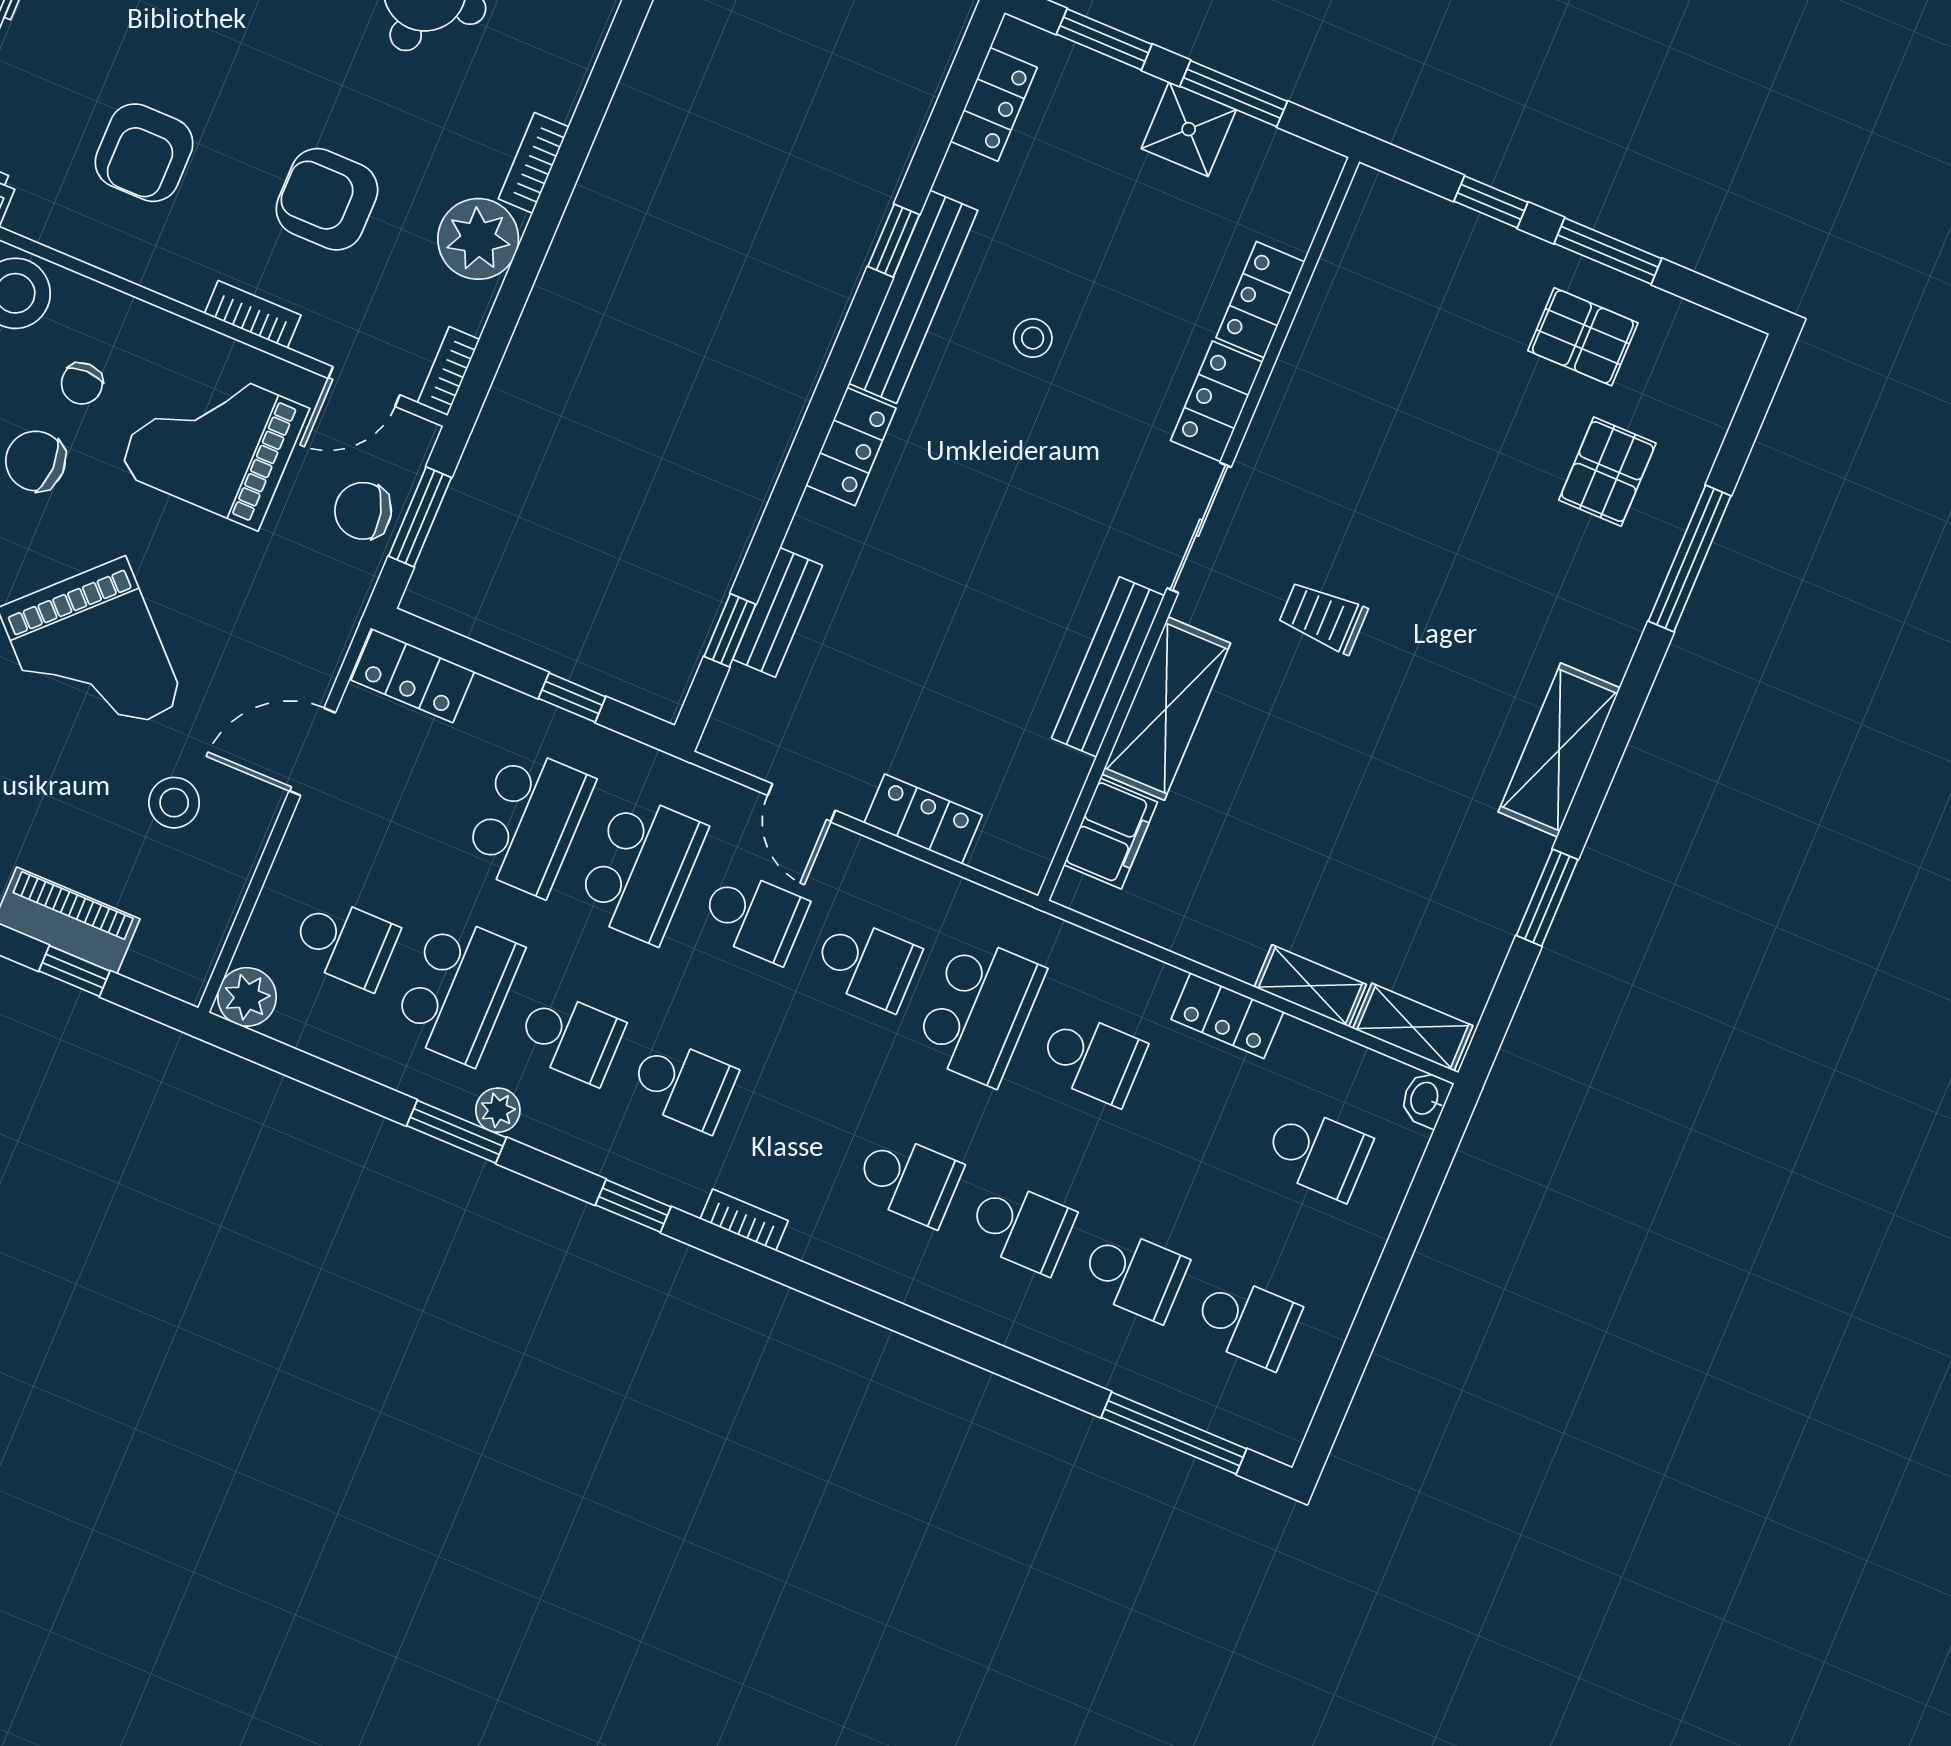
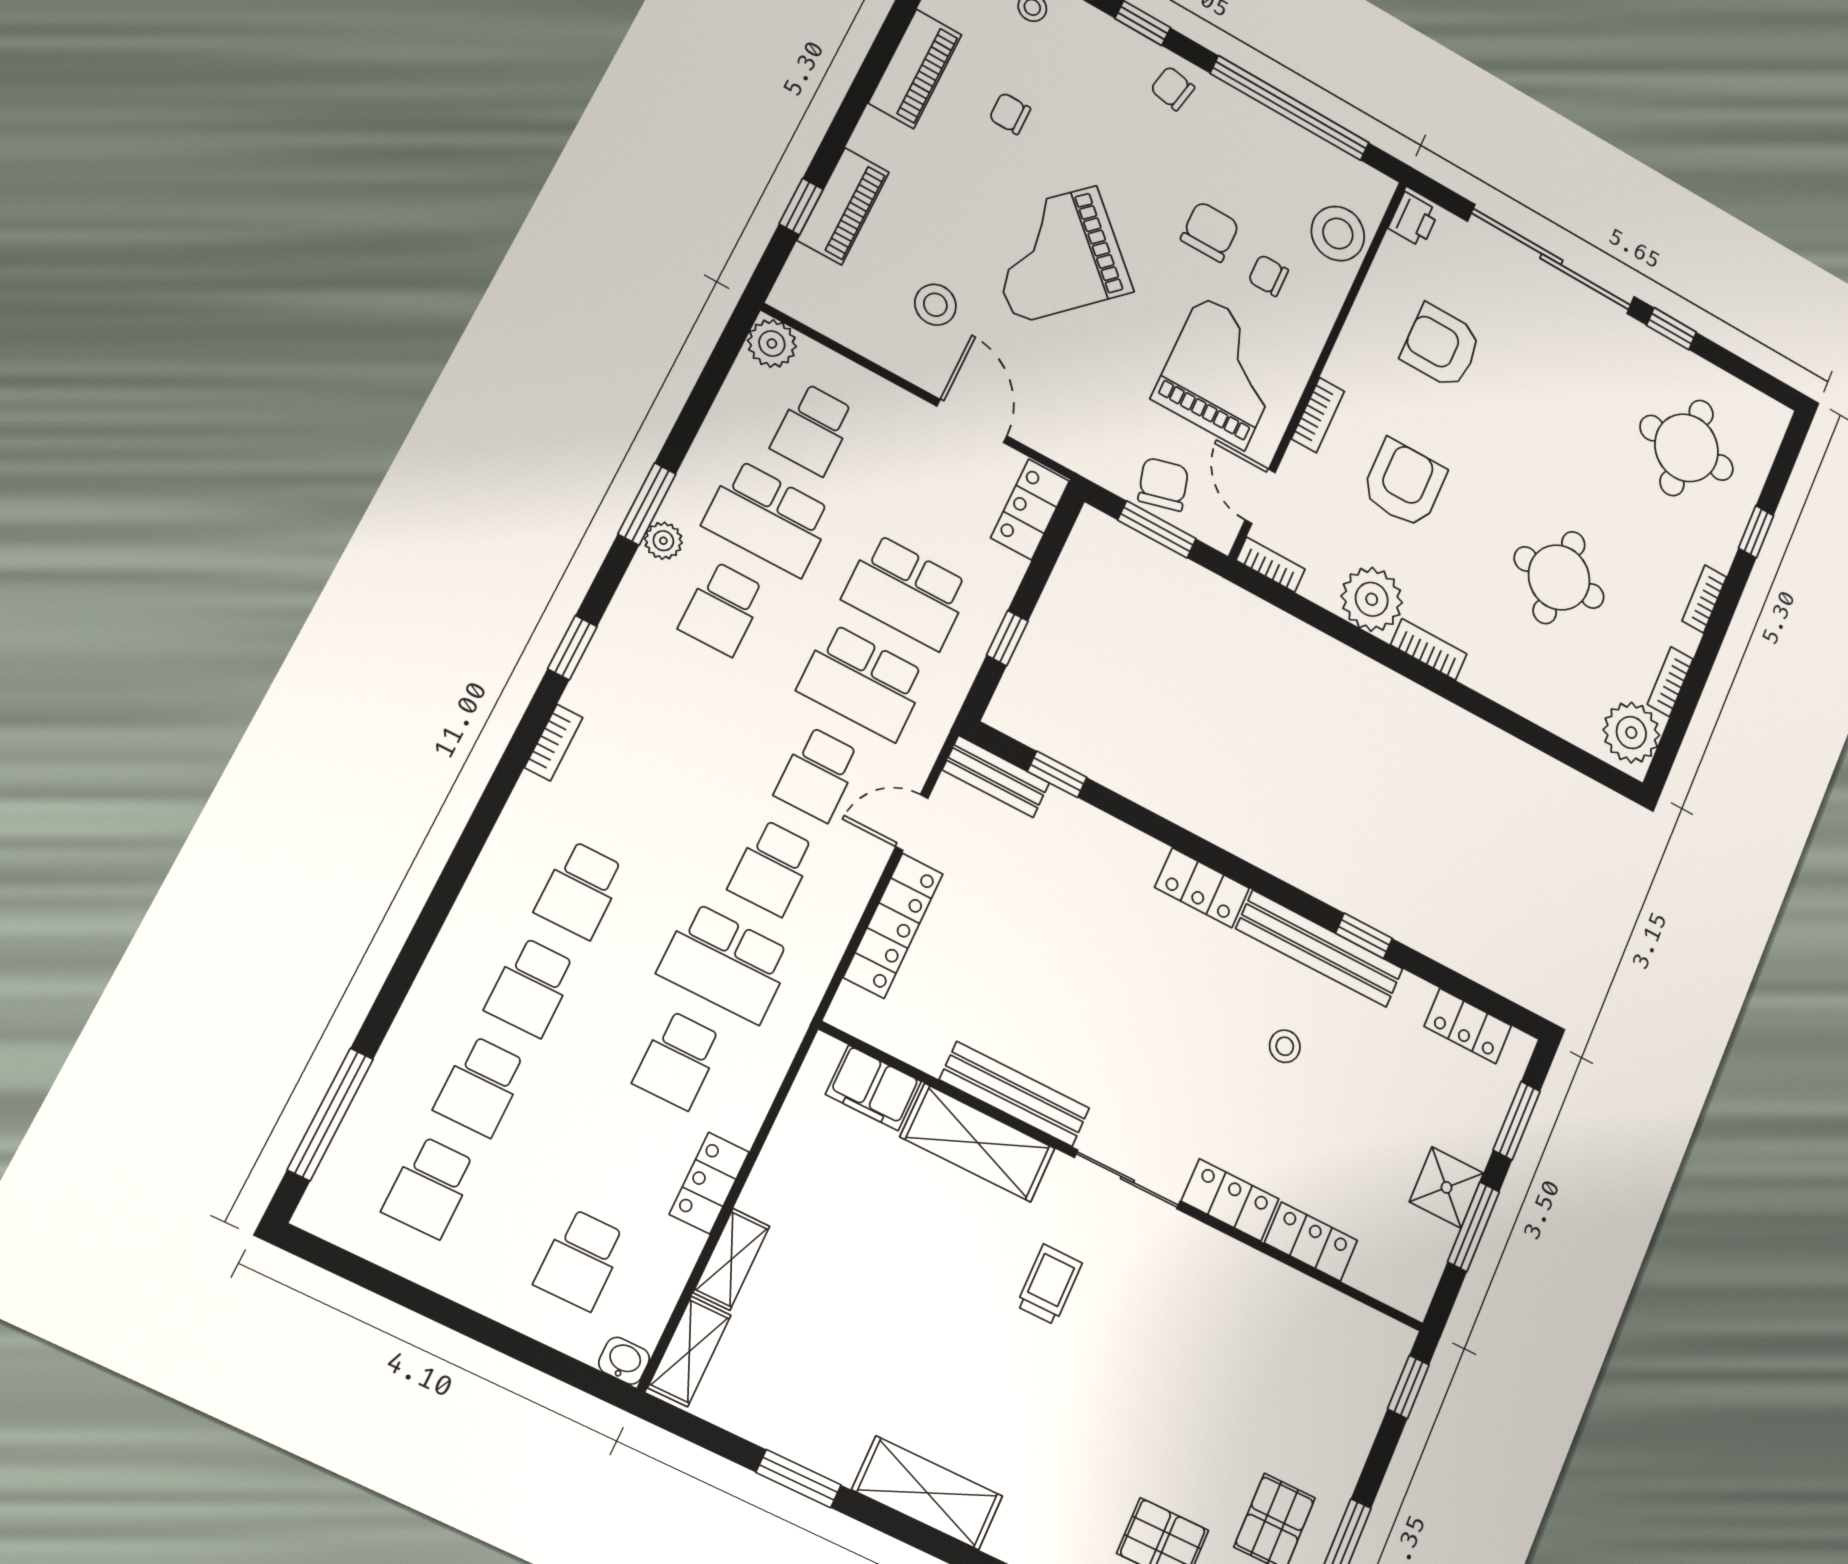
window: (1491, 202) -> (1408, 1387), moved
bench: (778, 612) -> (996, 776), moved
locker: (923, 819) -> (893, 926), width x1.53
school desk: (683, 1085) -> (676, 701), removed

